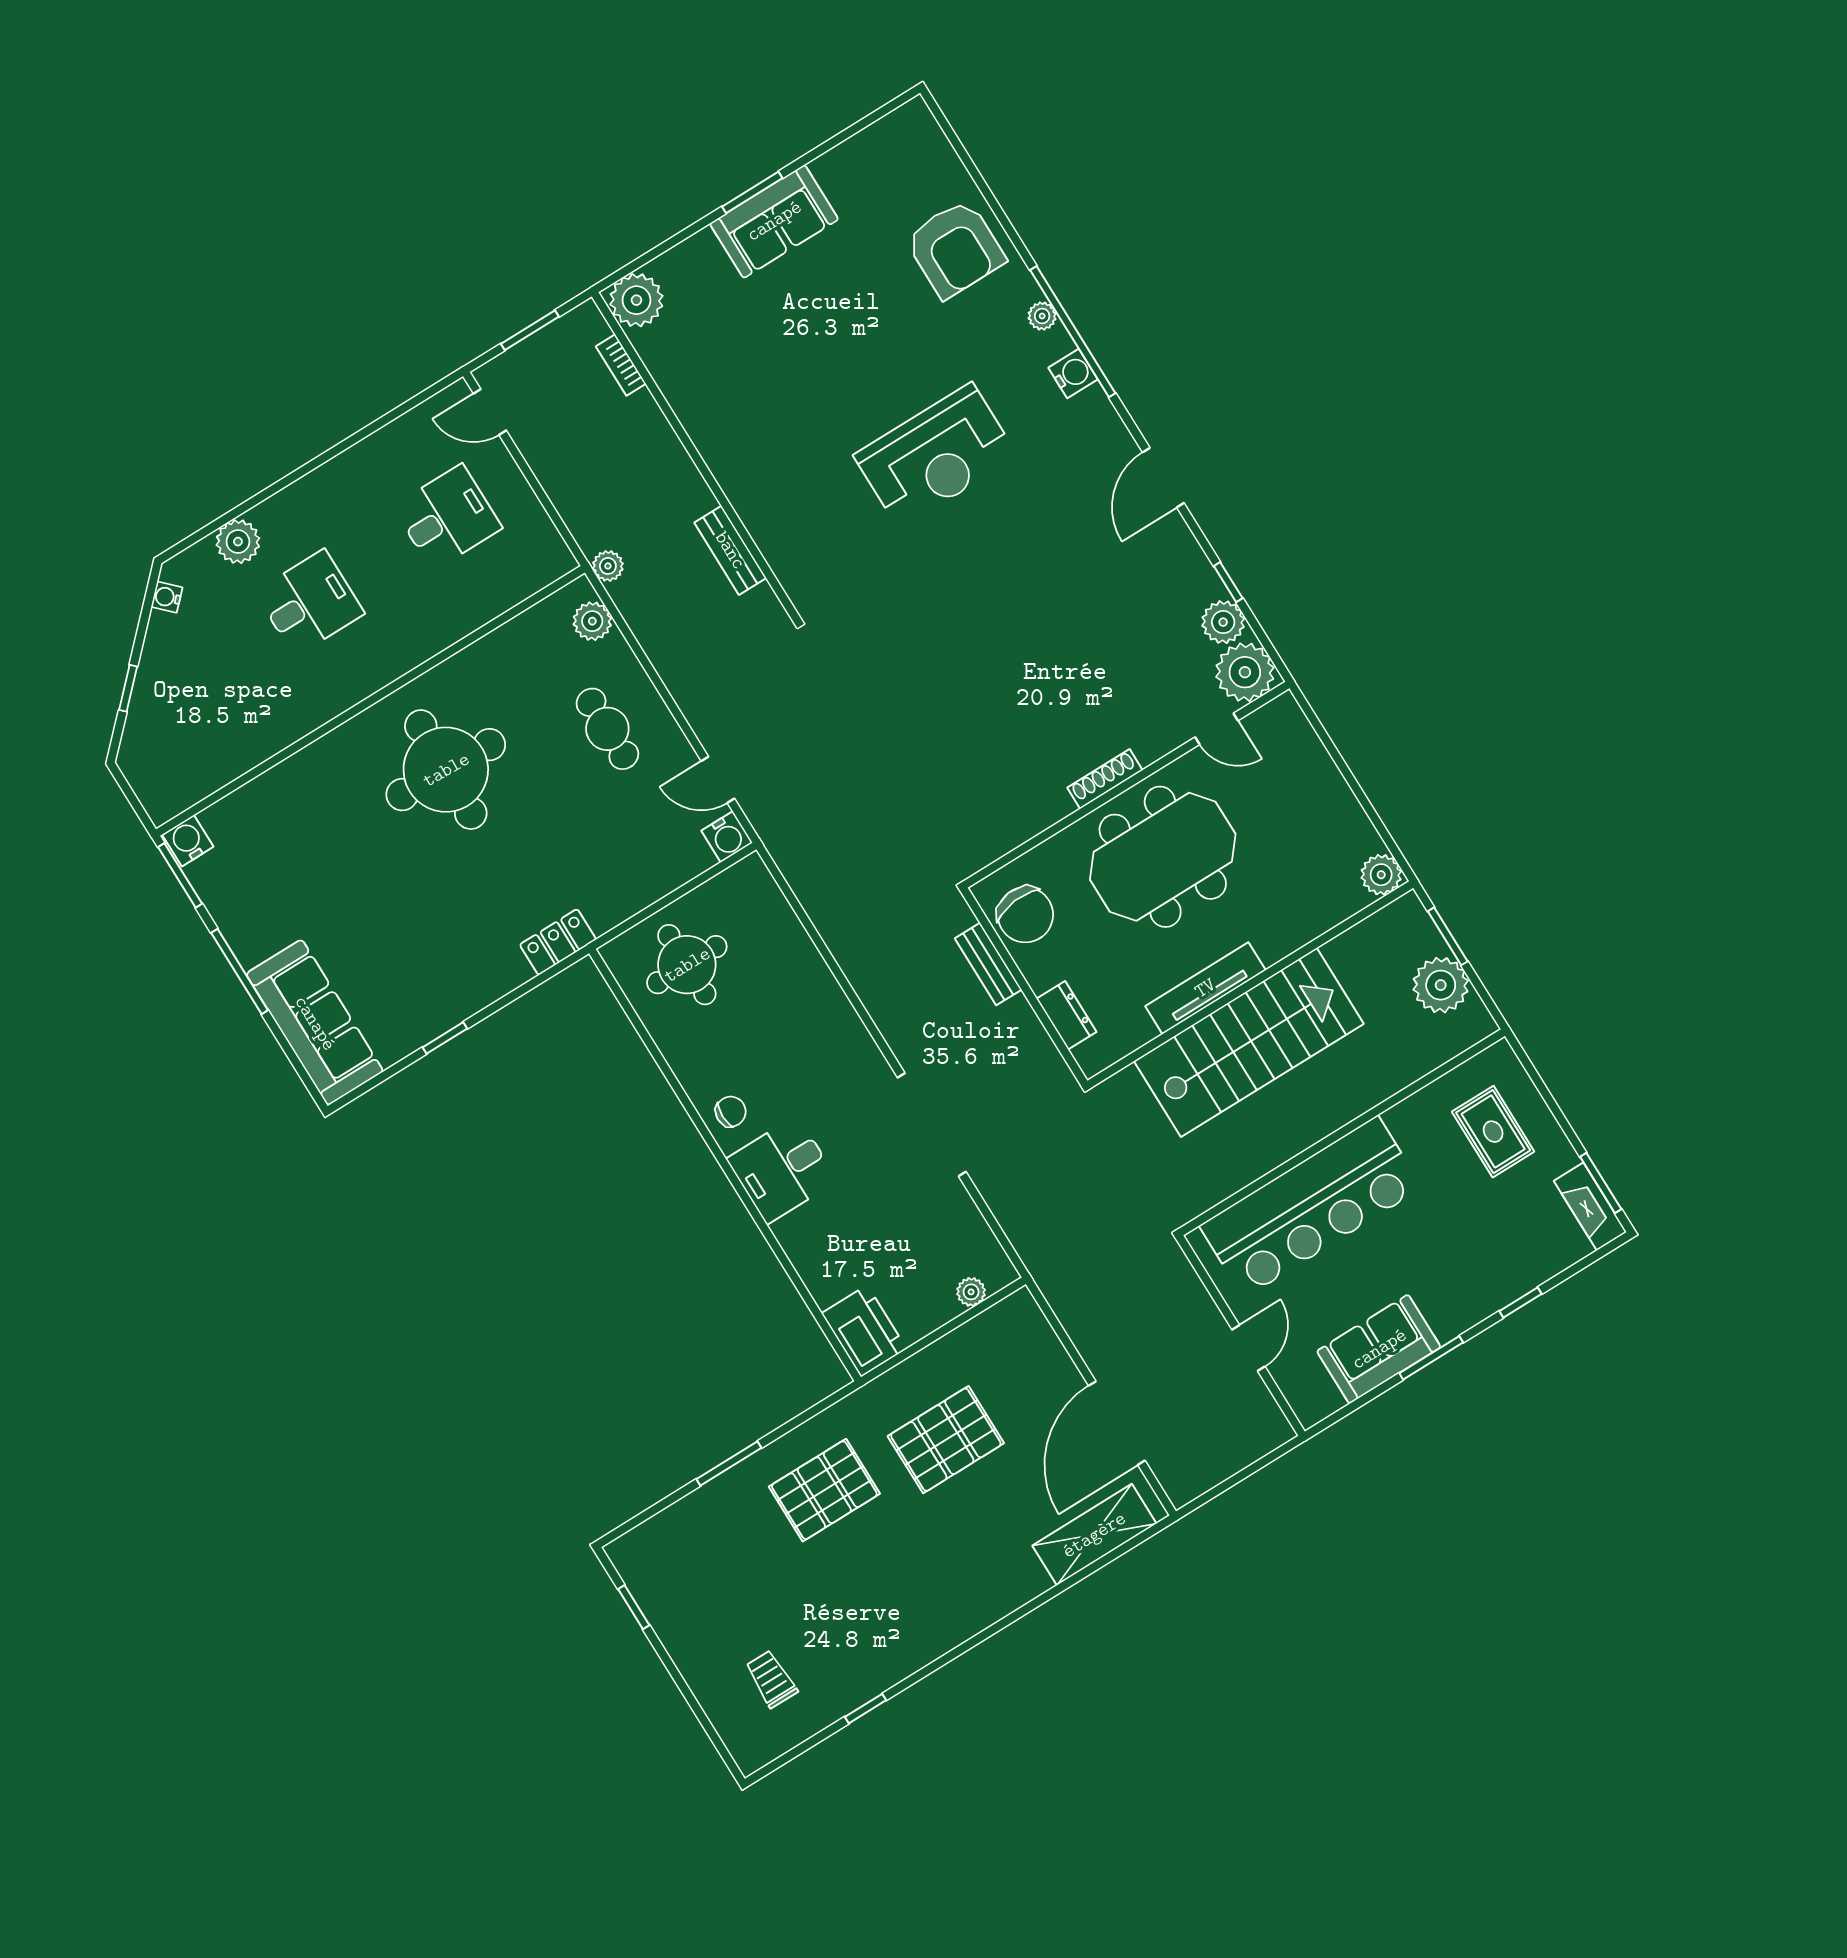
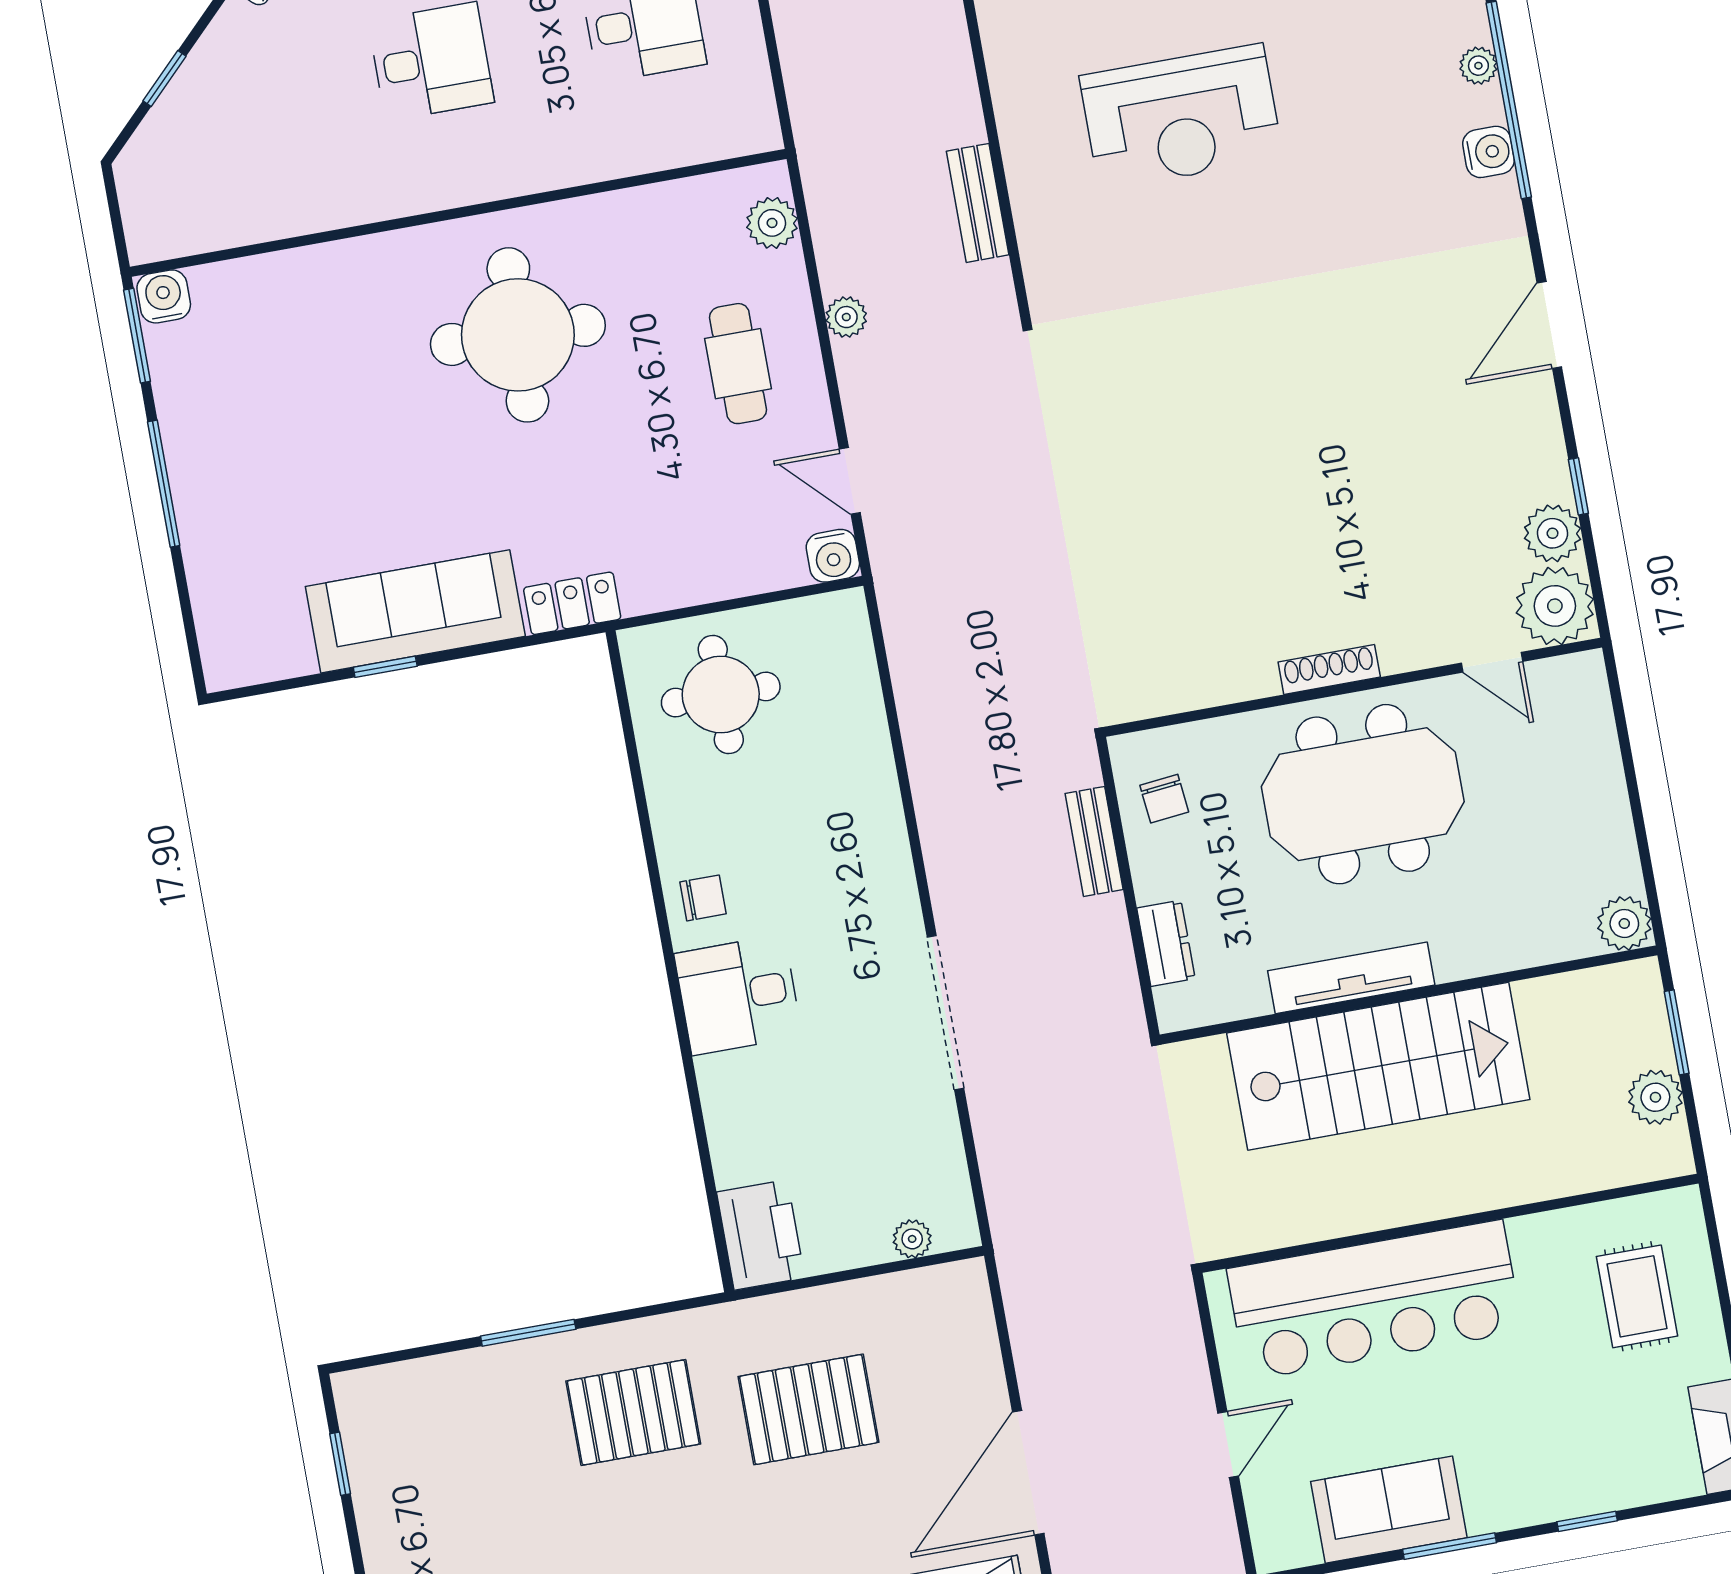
reception desk: (936, 456) -> (1181, 117), moved
plant: (608, 566) -> (846, 317), moved
chair: (1025, 915) -> (1164, 799), width x0.54, depth x0.54
plant: (1441, 985) -> (1655, 1097), width x0.73, depth x0.73
sofa: (315, 1023) -> (415, 611), moved, turned -90

